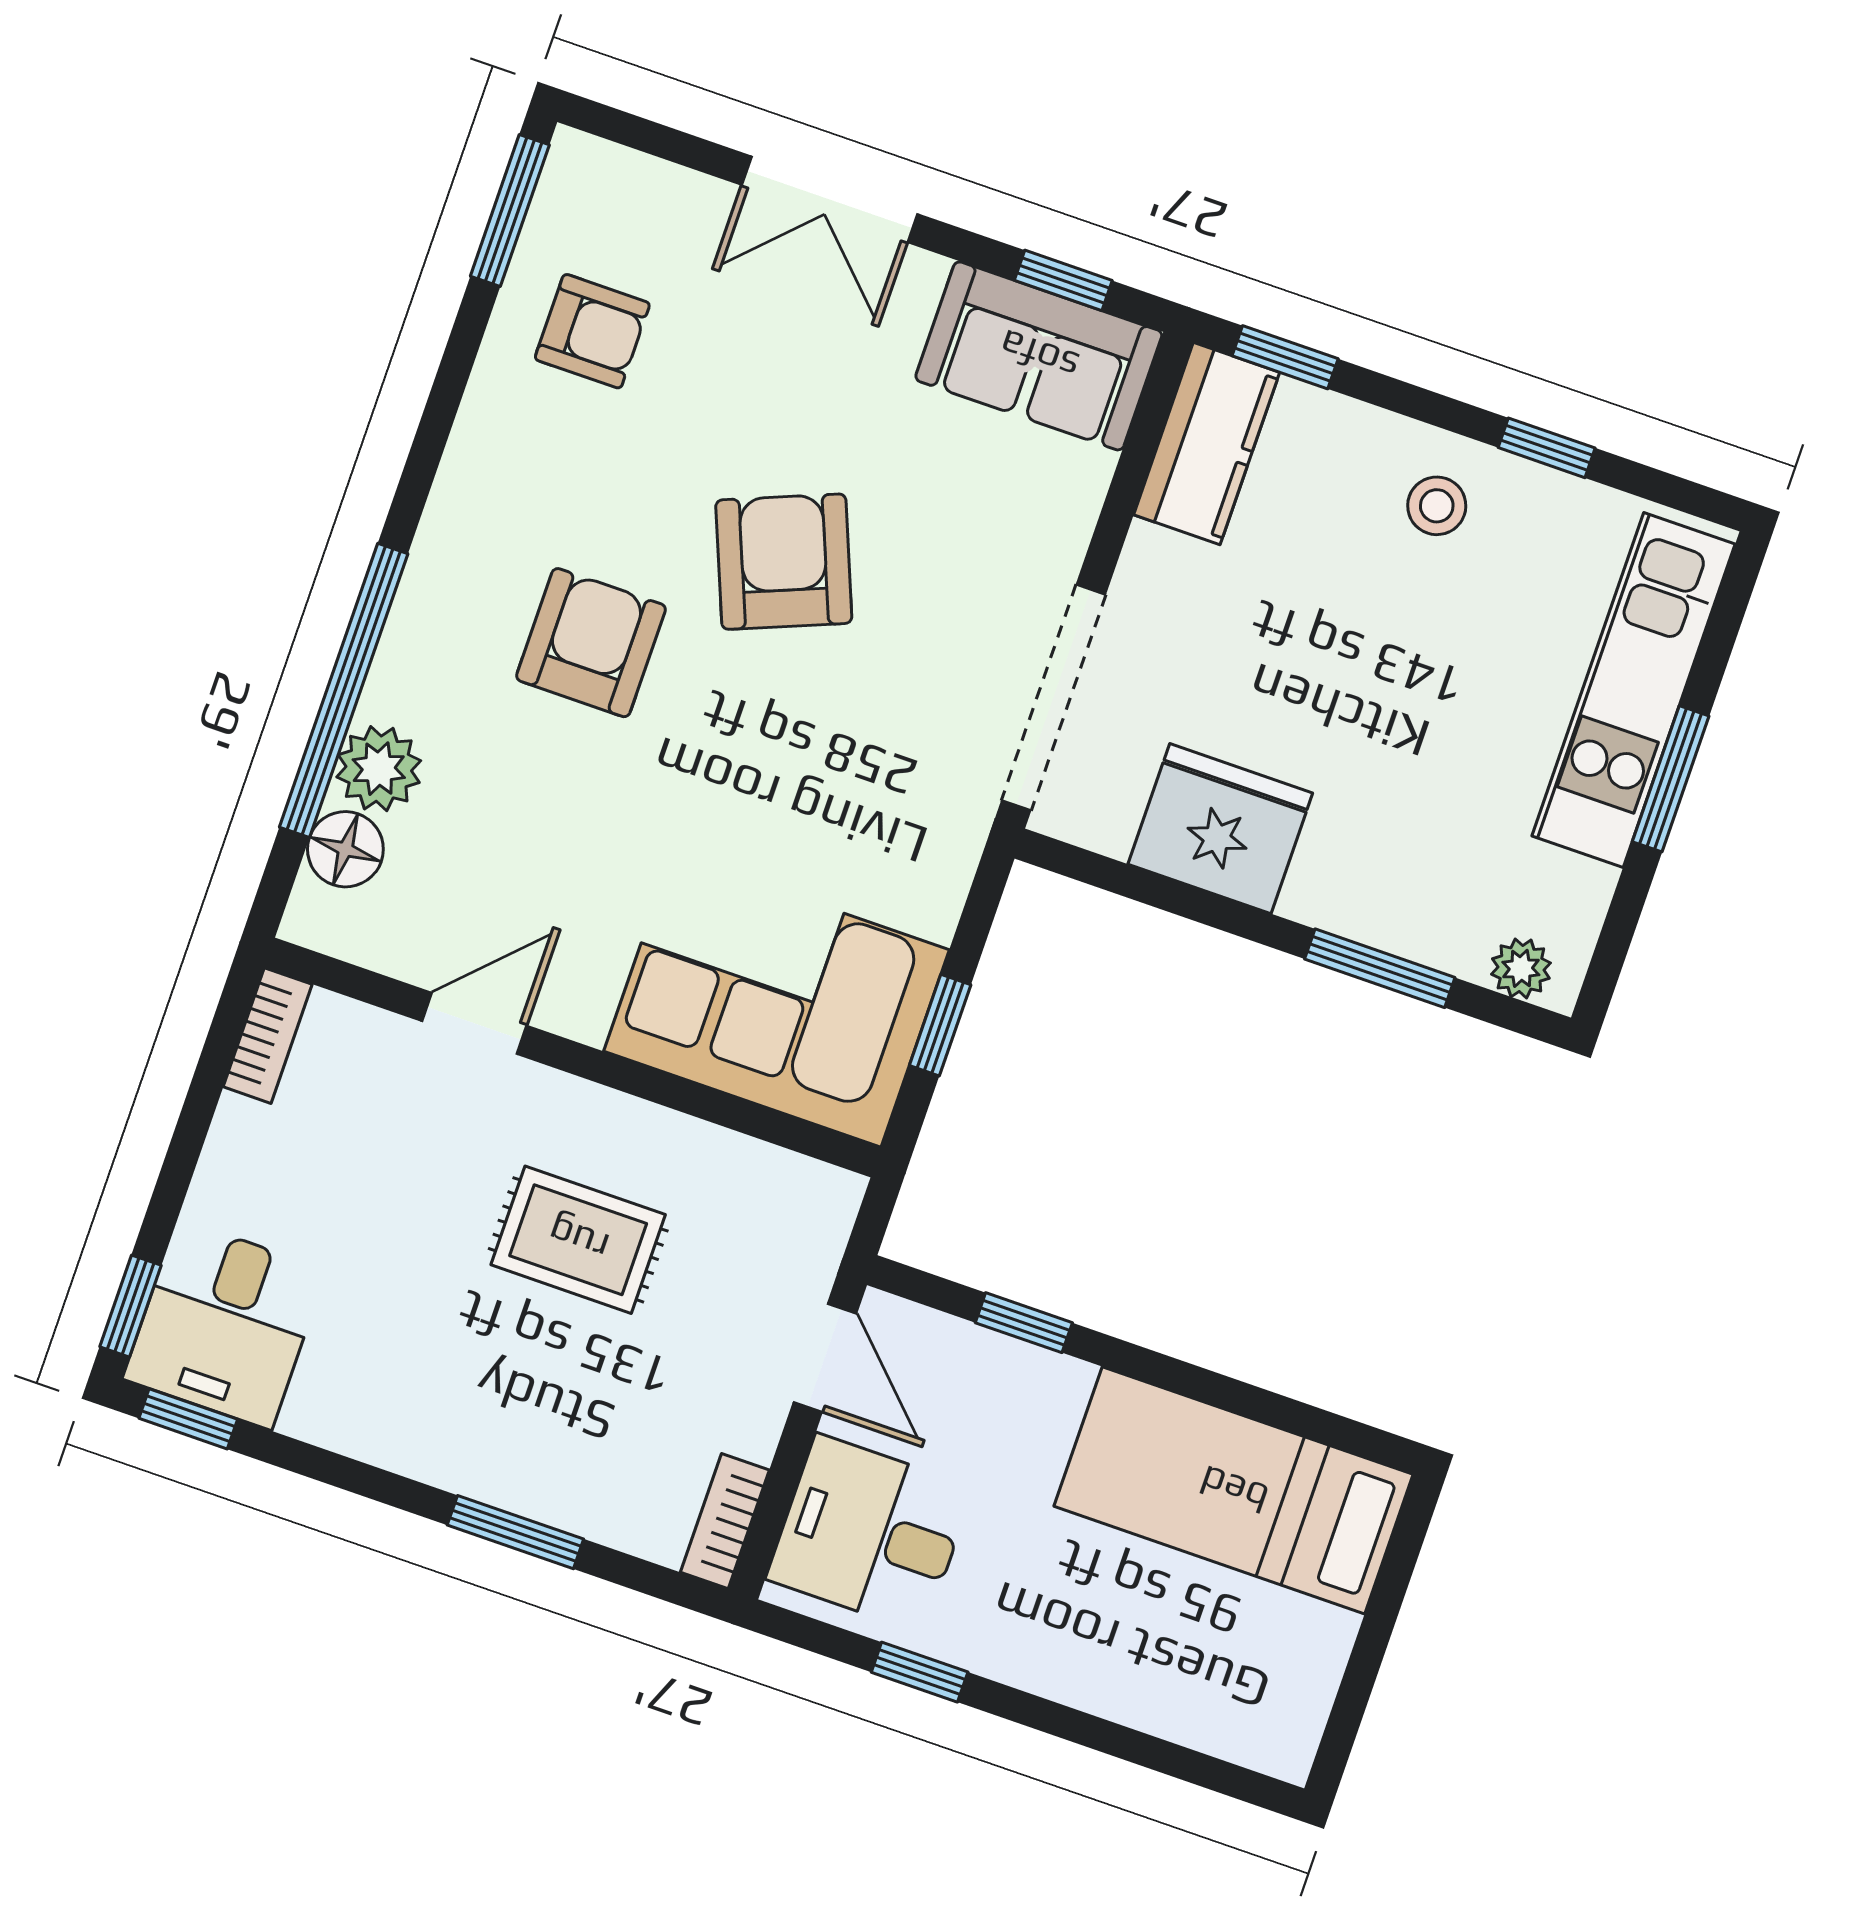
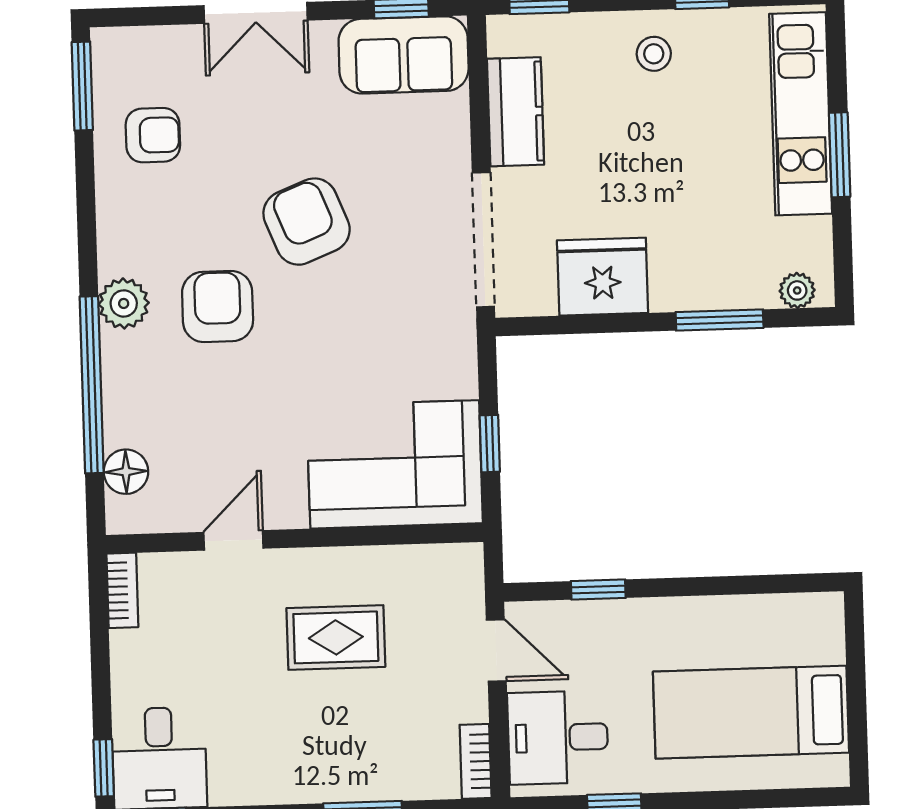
kitchen counter: (1207, 444) -> (516, 112), moved
plant: (379, 769) -> (124, 303), moved
bed: (1234, 1490) -> (751, 712), moved

